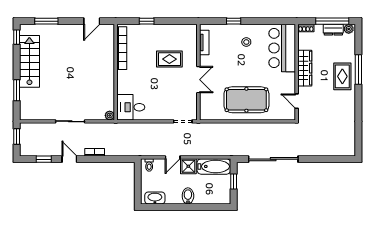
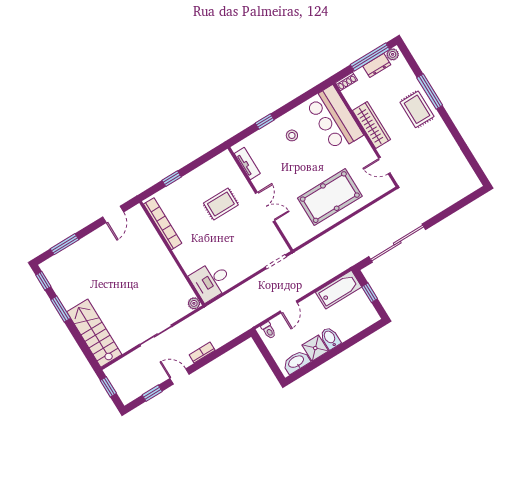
stairs: (29, 61) -> (94, 333), moved
window: (17, 90) -> (61, 309), moved
shower: (188, 166) -> (315, 348), moved

